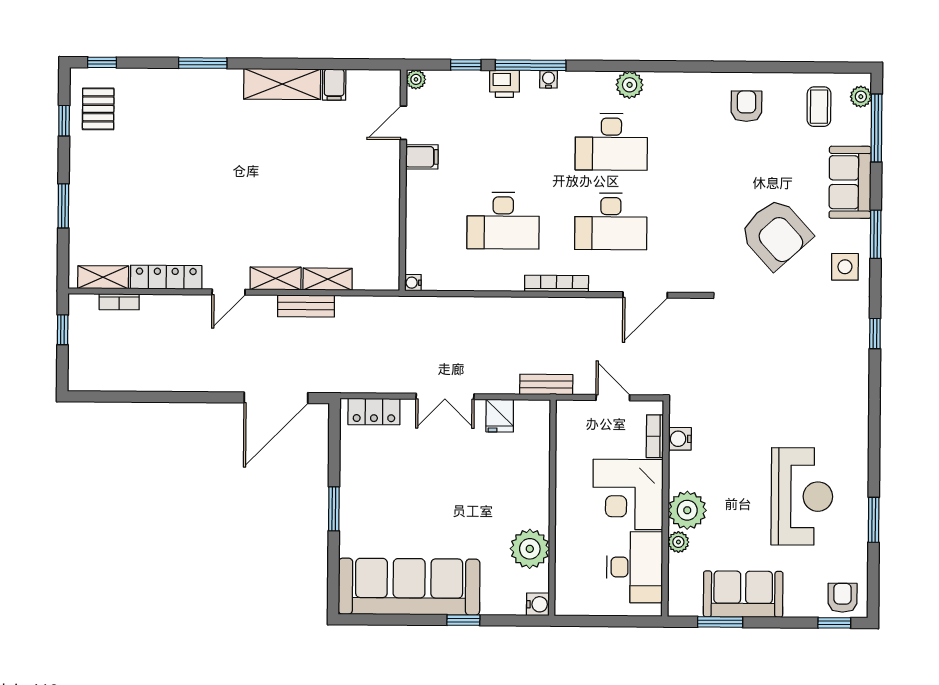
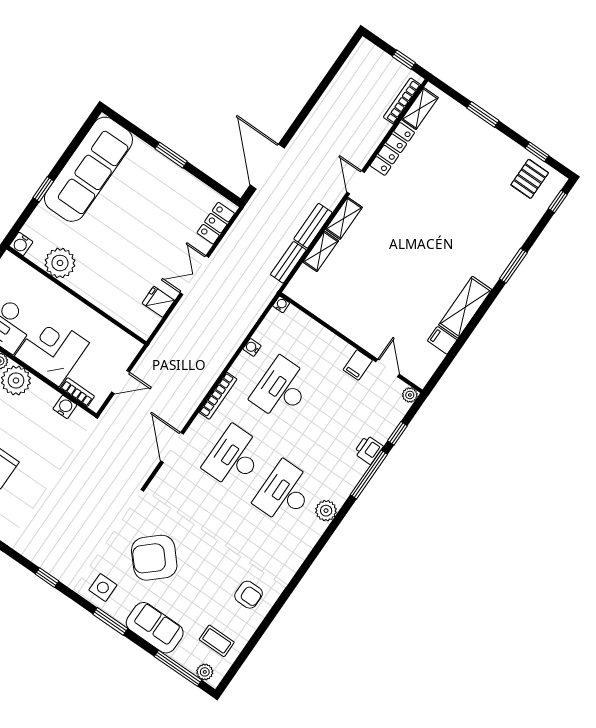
water cooler: (549, 79) -> (252, 347), moved, turned 180
plant: (630, 85) -> (326, 511), moved
pallet: (98, 109) -> (530, 179), turned 90
bookcase: (119, 302) -> (402, 101), width x1.56
bench: (546, 384) -> (288, 262), moved

